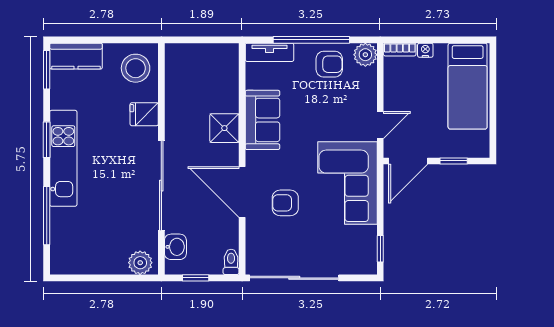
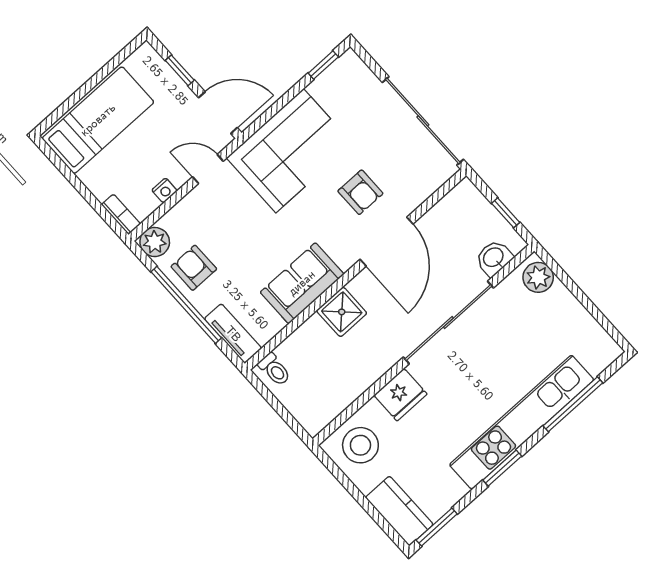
nightstand: (425, 50) -> (164, 190), moved, turned -90
fridge: (144, 114) -> (400, 395), width x1.38
kitchen unit: (63, 158) -> (522, 422), width x1.36
toilet: (231, 262) -> (275, 370), moved, turned -90

